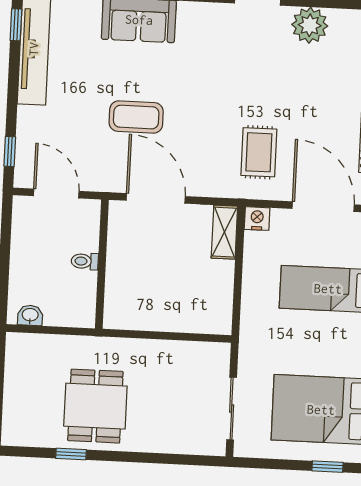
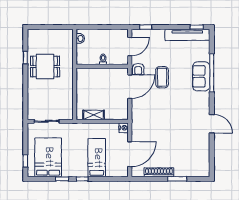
plant: (310, 25) -> (202, 145), removed
rug: (259, 152) -> (150, 127), removed
armchair: (113, 175) -> (138, 69), added
shelving: (224, 232) -> (94, 115), moved

